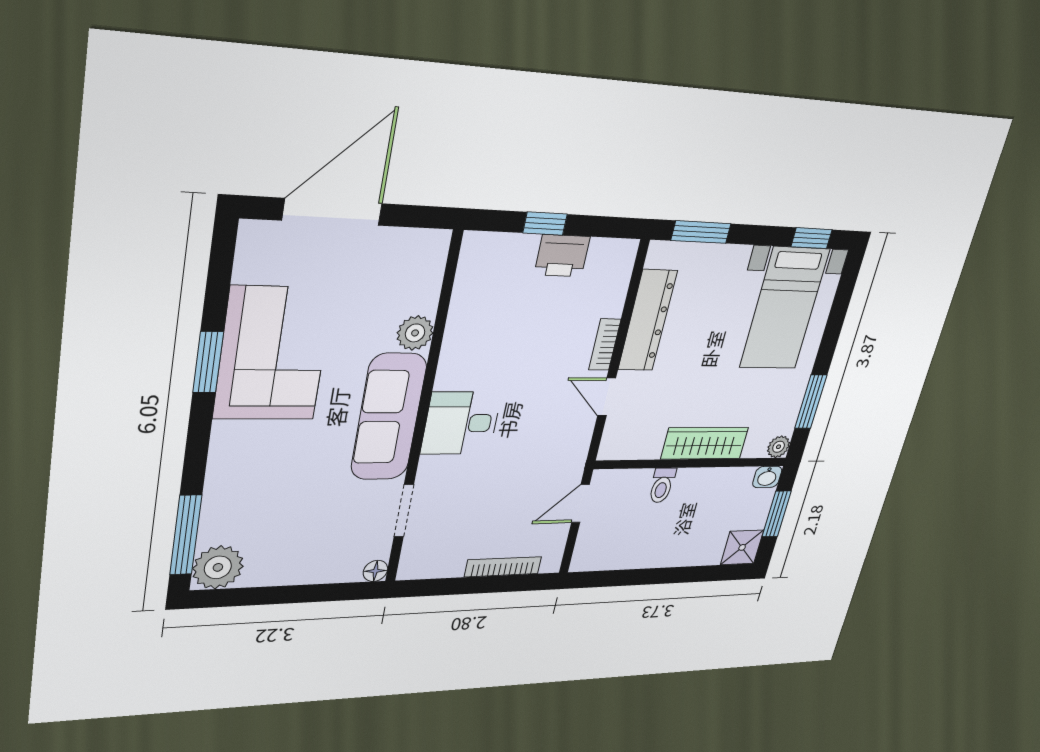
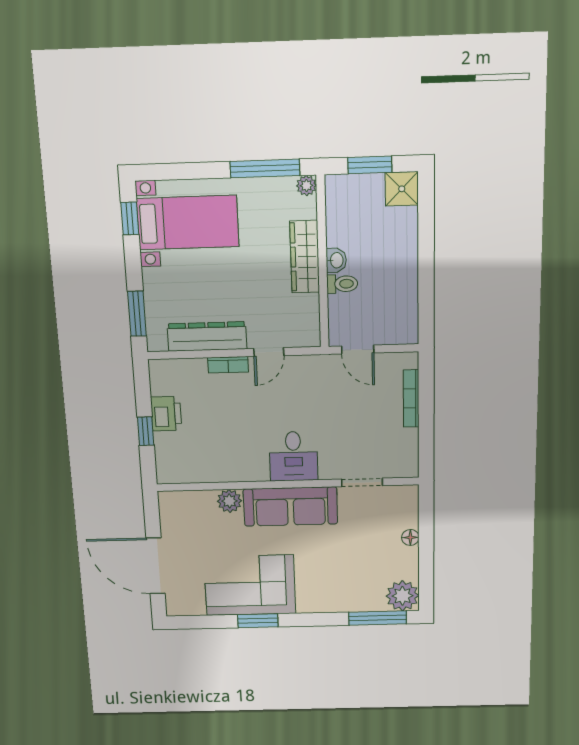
window: (811, 402) -> (265, 168), width x1.44
washbasin: (767, 477) -> (336, 260), moved
floor lamp: (375, 571) -> (410, 537), moved

